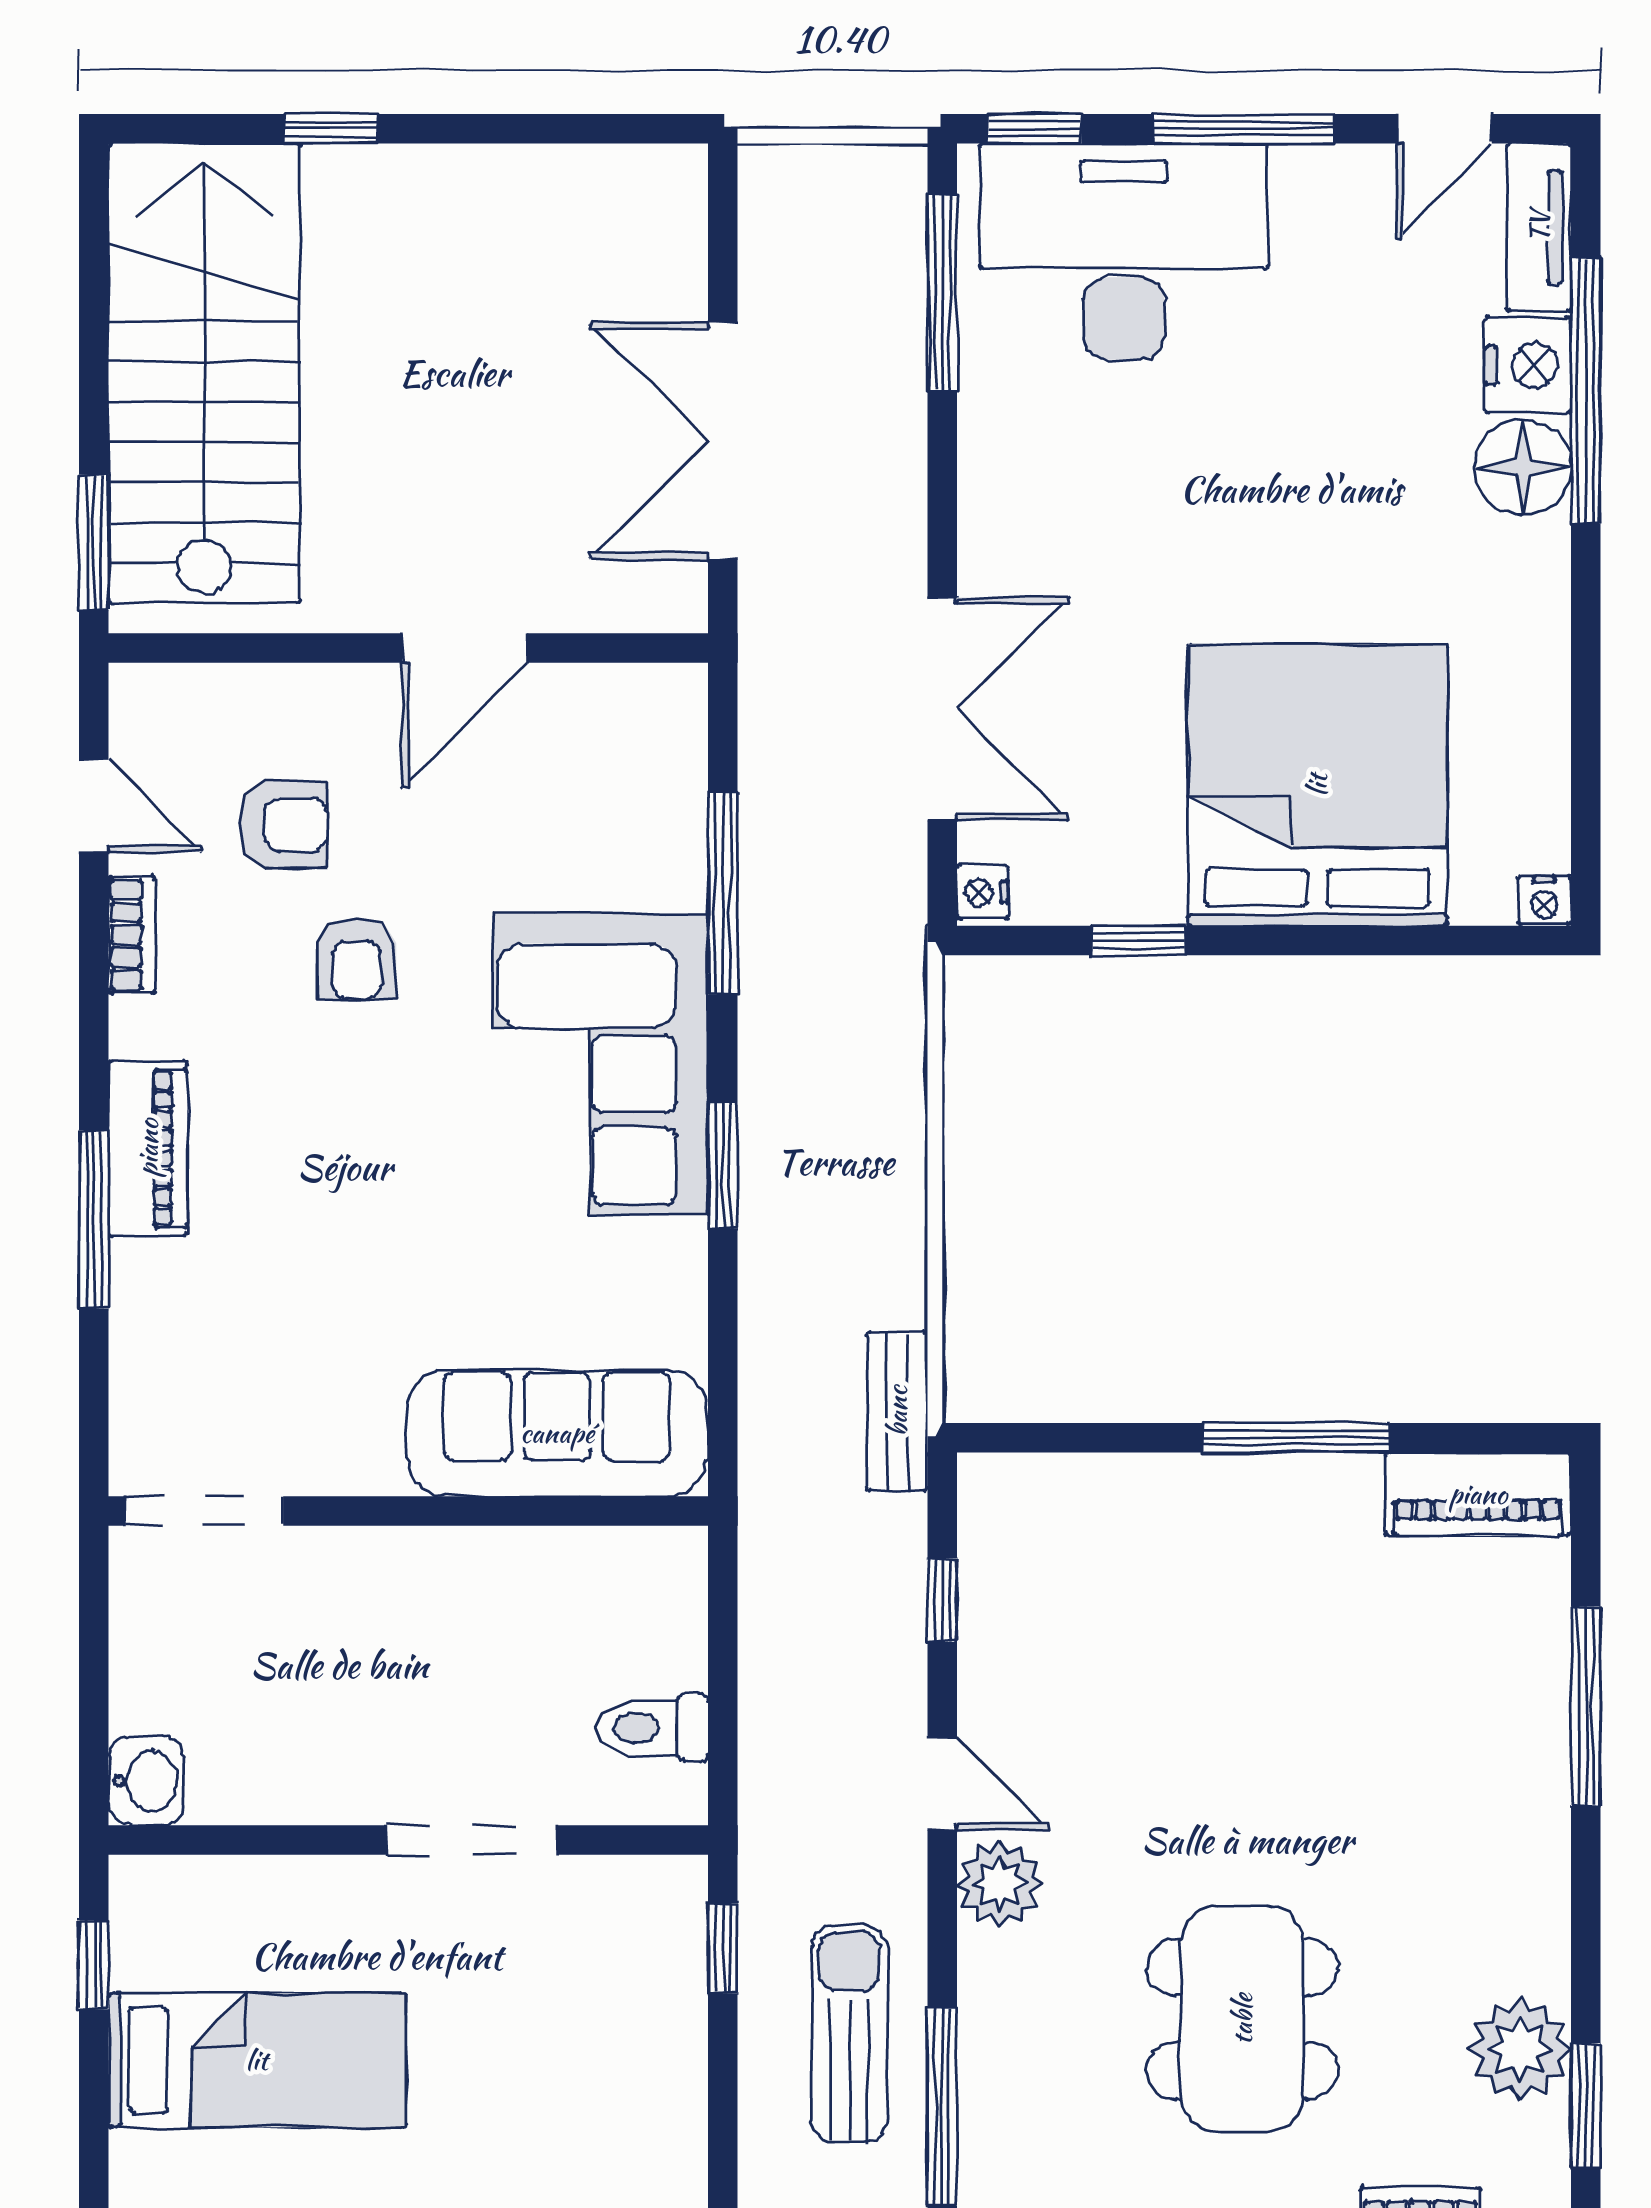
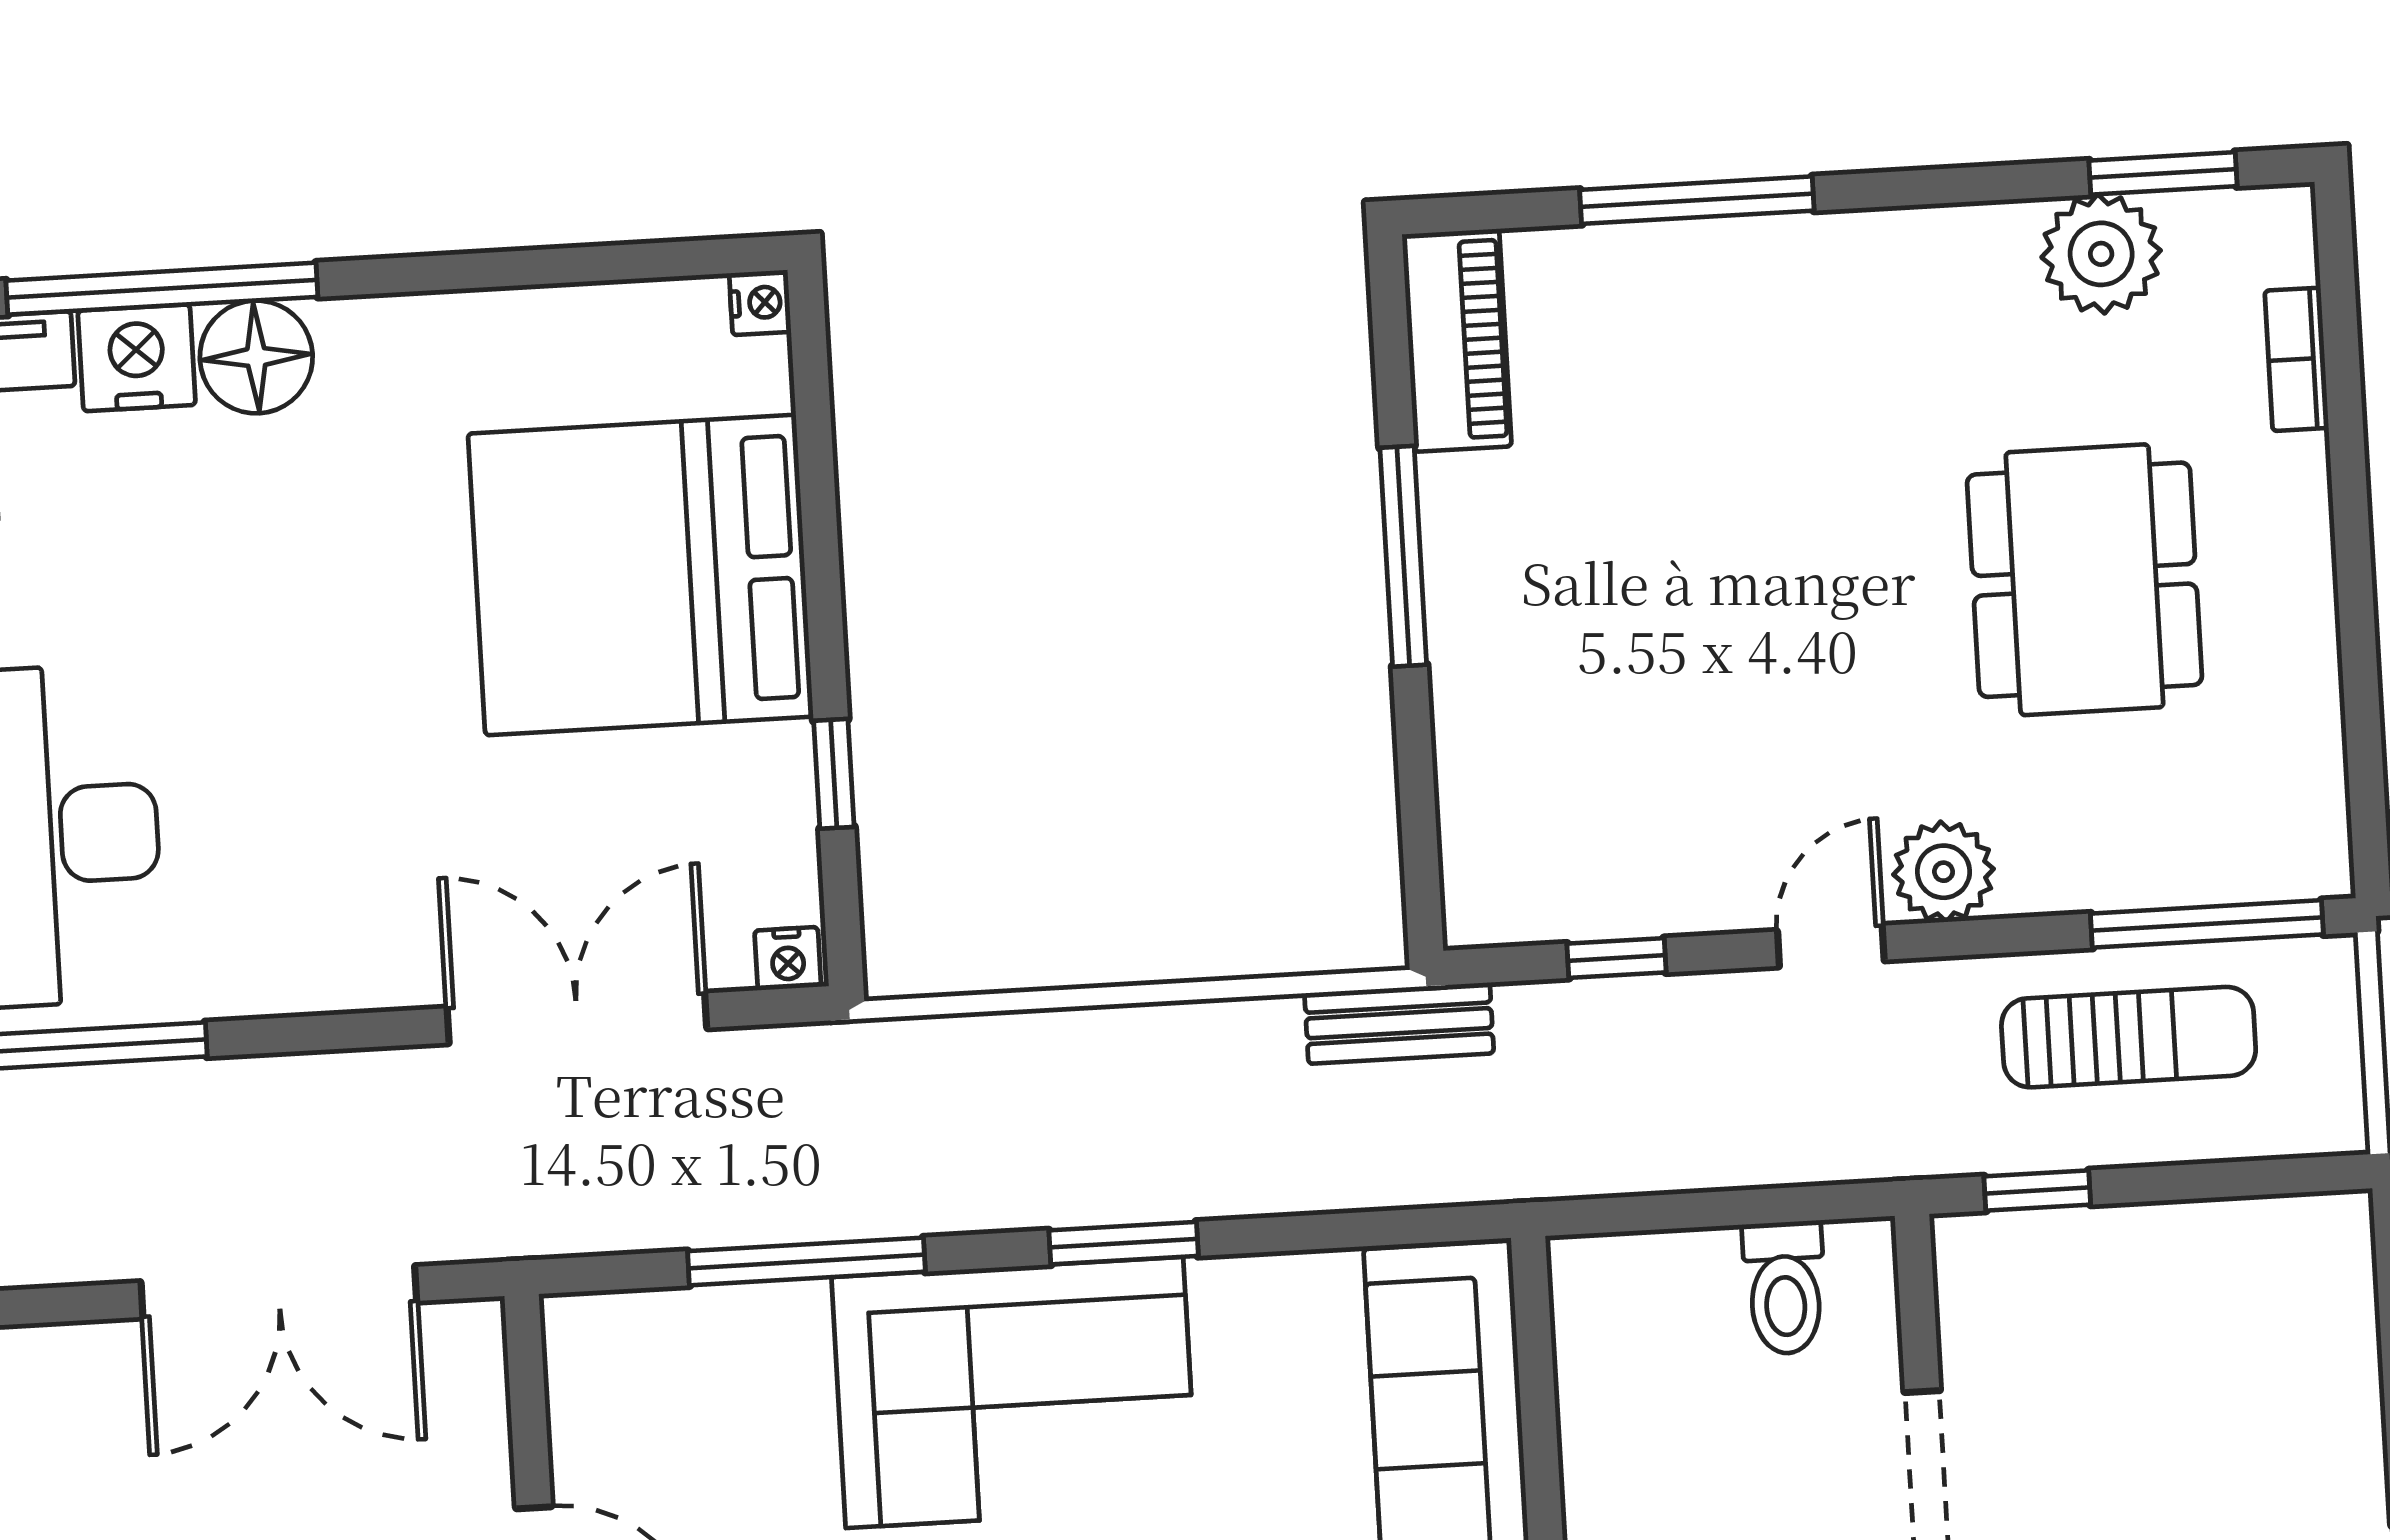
dining table: (1242, 2019) -> (2085, 580), turned 90
sun lounger: (849, 2034) -> (2129, 1037), turned 180

